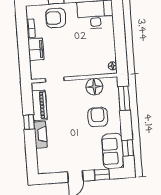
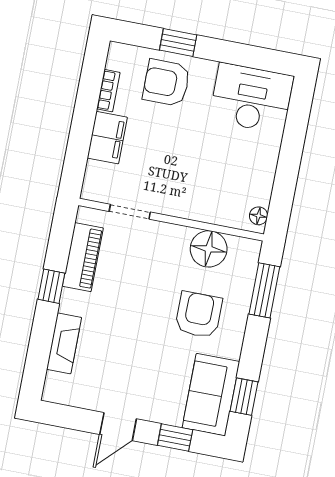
fireplace: (41, 135) -> (64, 343), moved

